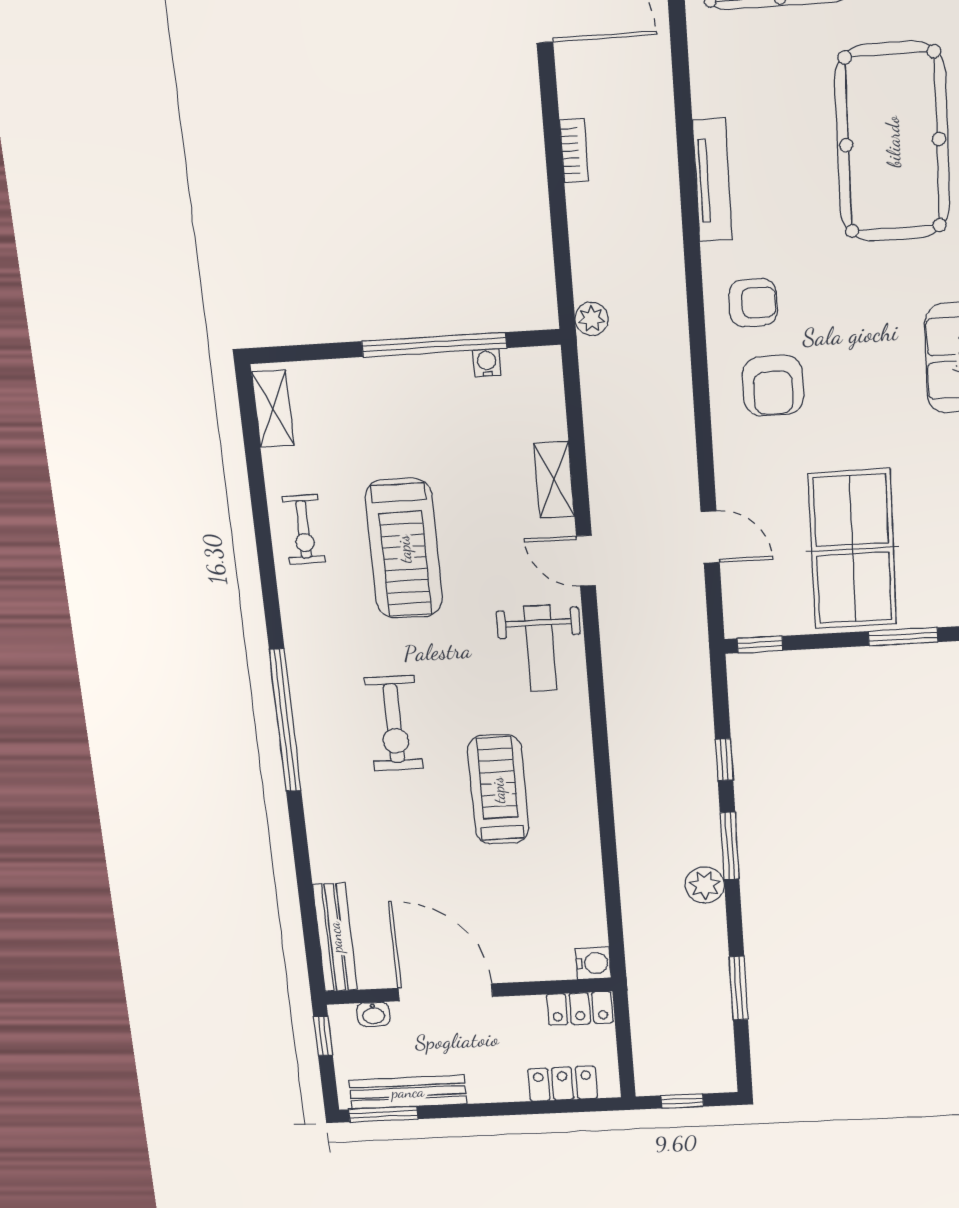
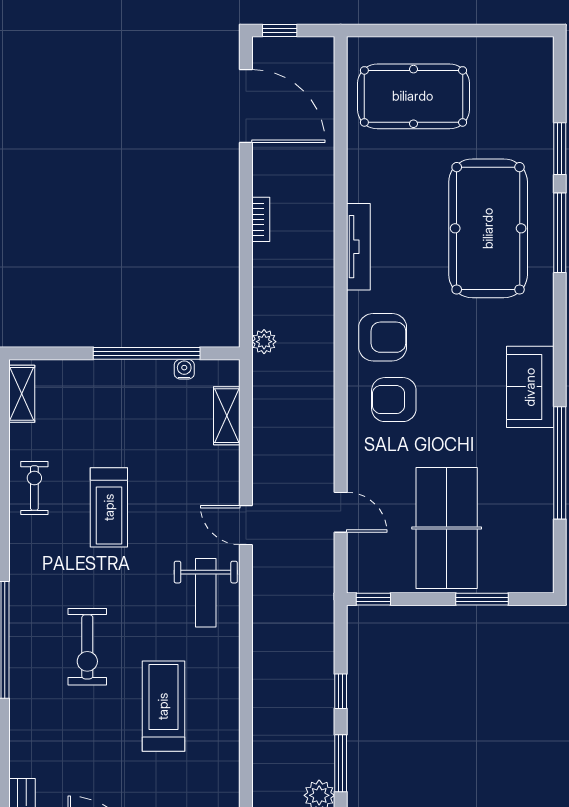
armchair: (753, 303) -> (383, 337), width x1.38, depth x1.38
armchair: (773, 386) -> (394, 400), turned 90
shelving: (554, 480) -> (227, 416), moved
exercise bike: (304, 530) -> (34, 488), turned 180
treadmill: (404, 549) -> (109, 507), width x0.73, depth x0.73

